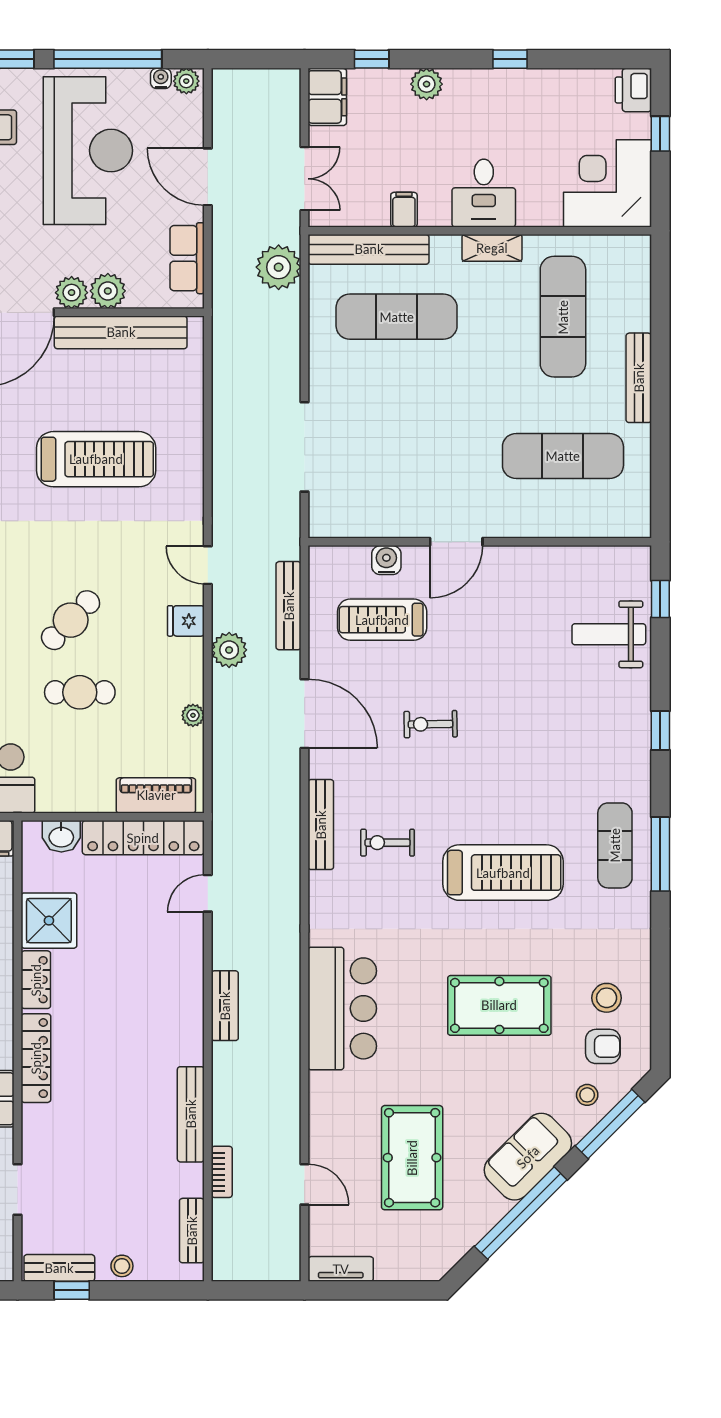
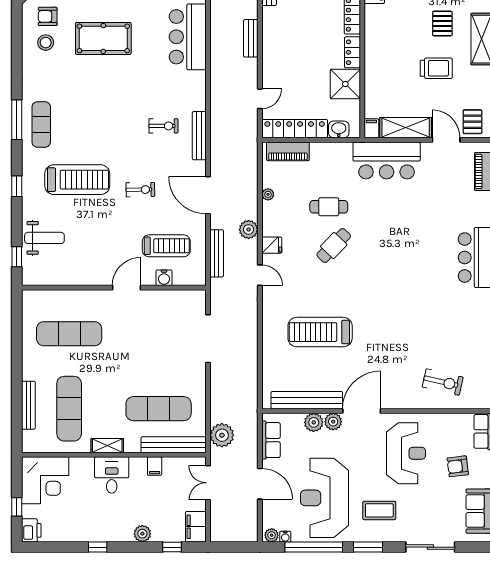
bench: (639, 378) -> (28, 405), moved
treadmill: (503, 873) -> (77, 180), moved, turned 180

